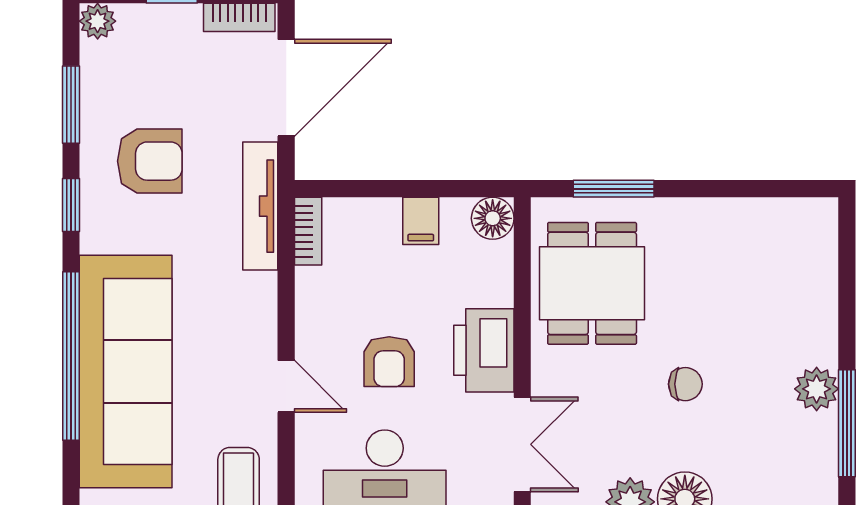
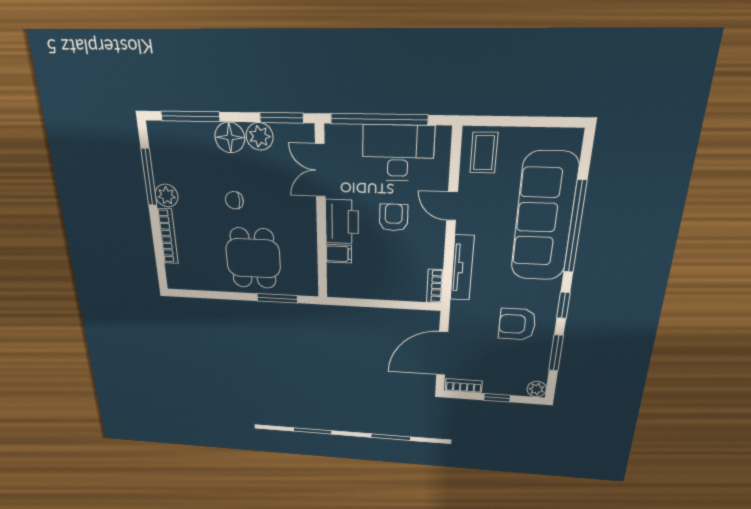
tv unit: (260, 206) -> (462, 268), moved
floor lamp: (493, 218) -> (338, 287), removed
filing cabinet: (421, 221) -> (339, 254), moved, turned 90
dining table: (592, 283) -> (253, 258), moved
bookcase: (824, 308) -> (168, 236), added

